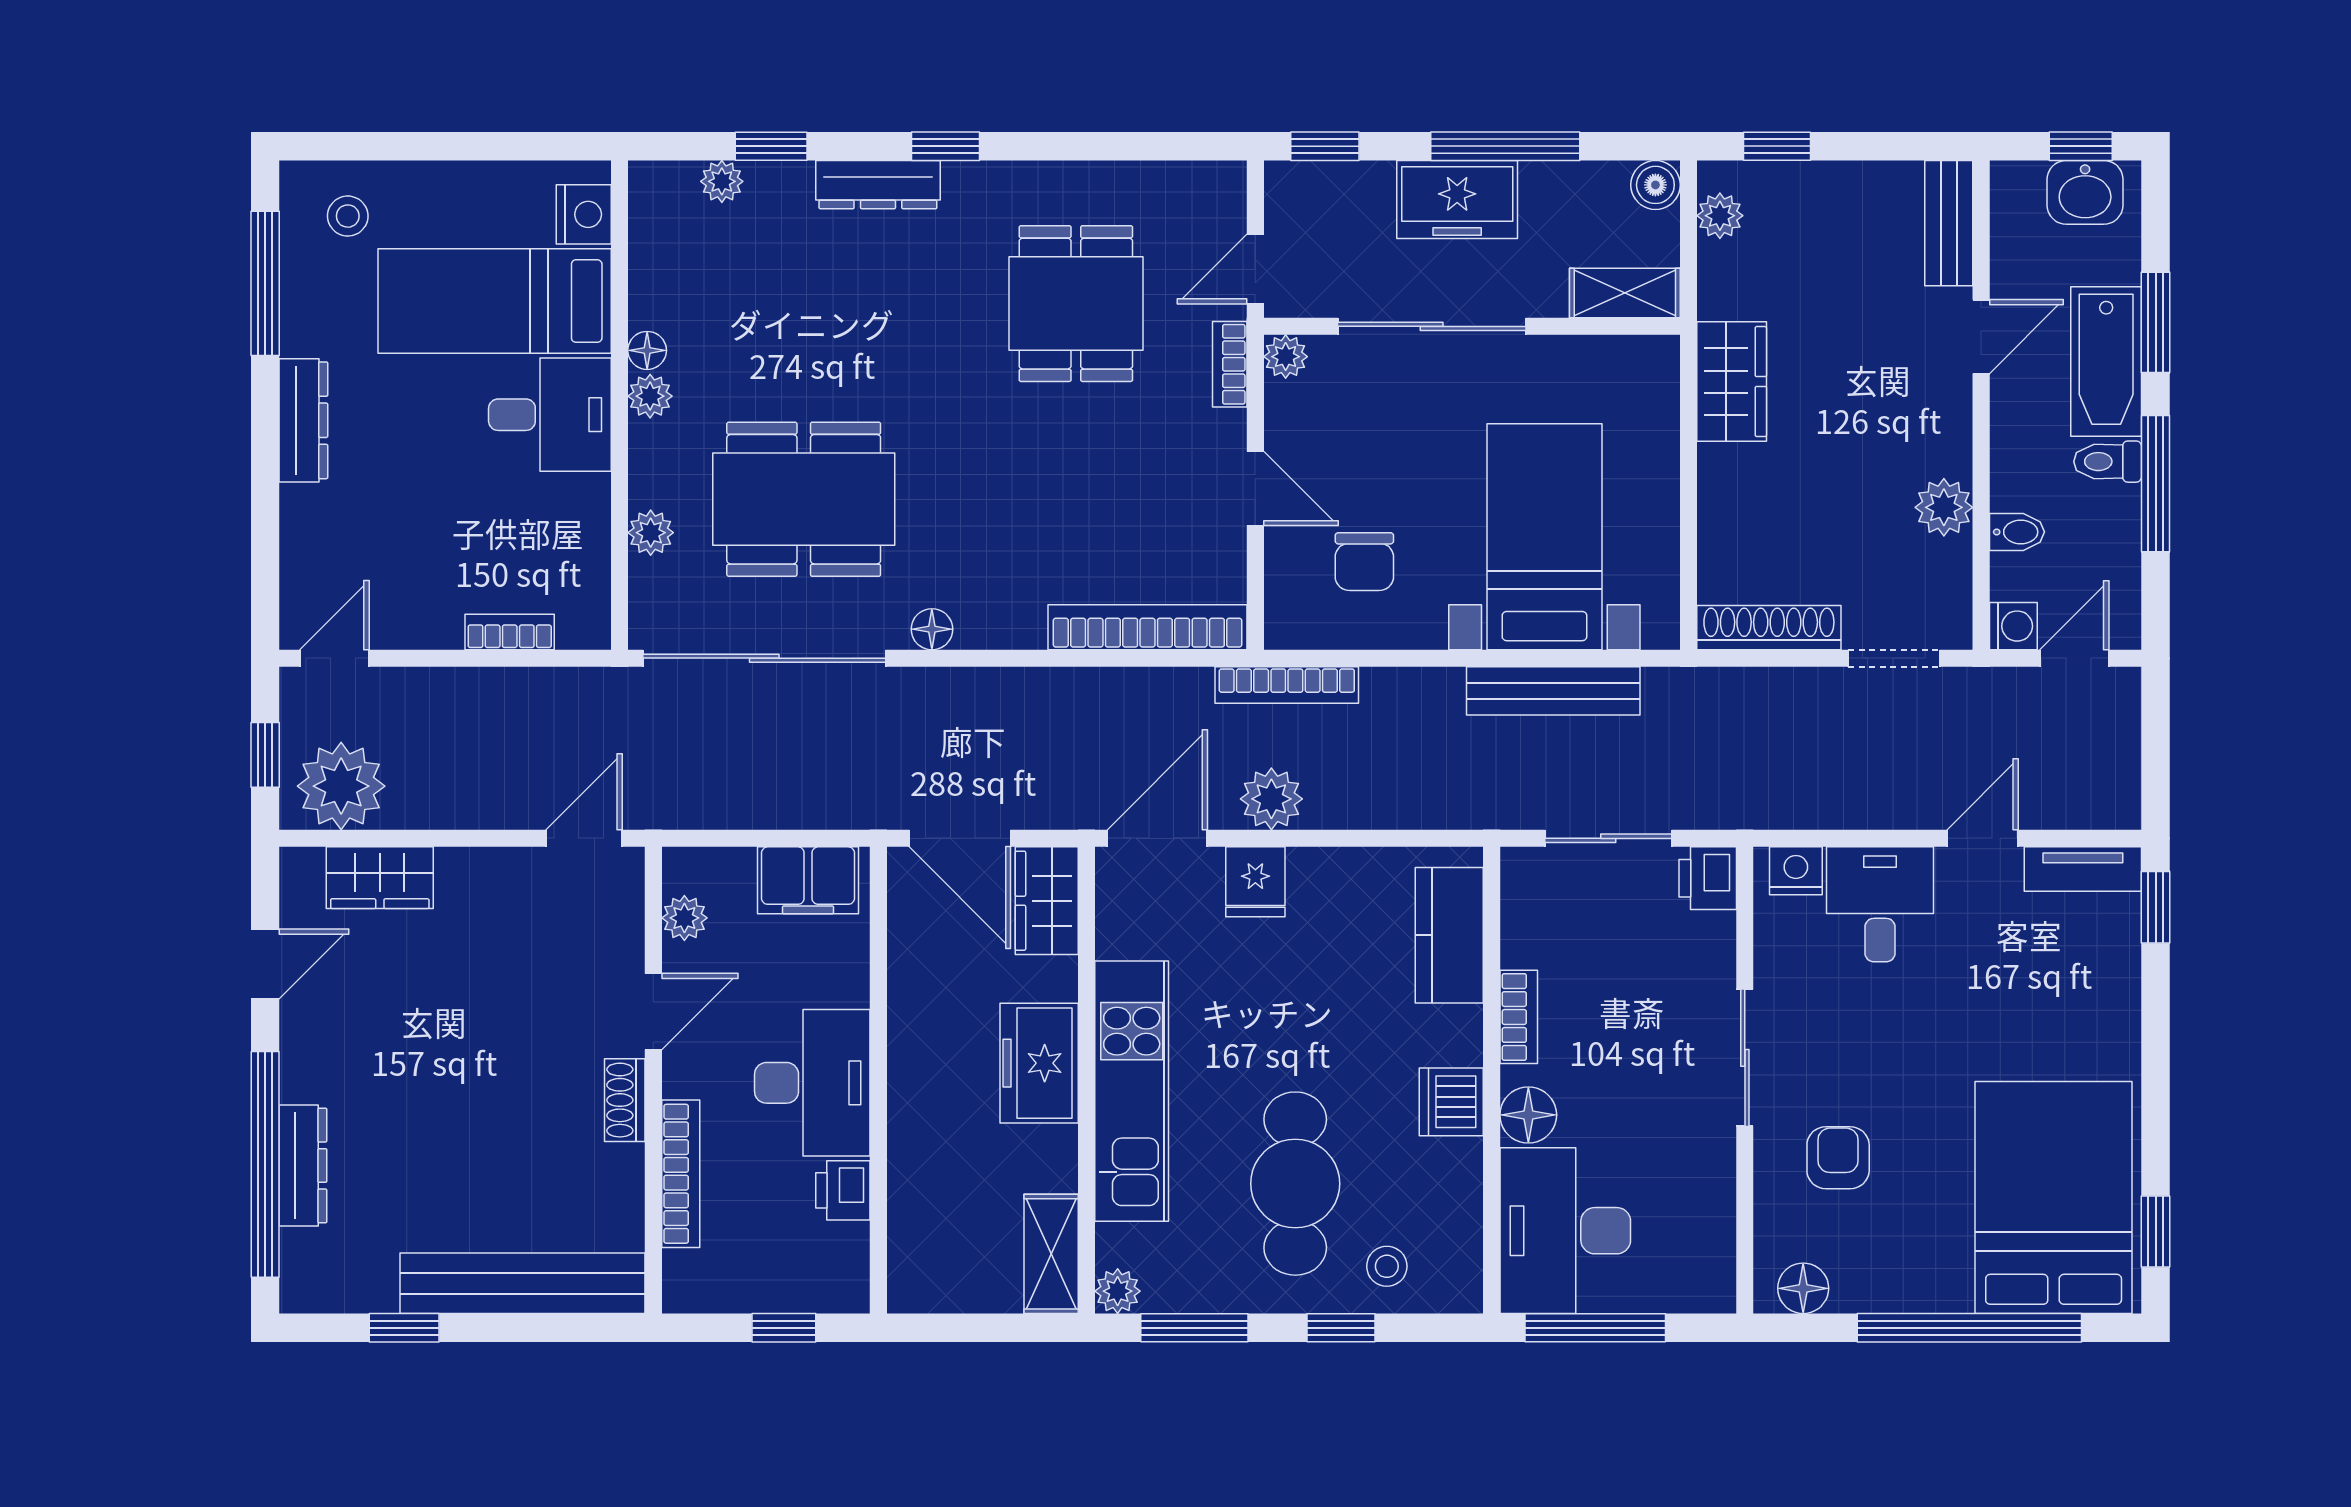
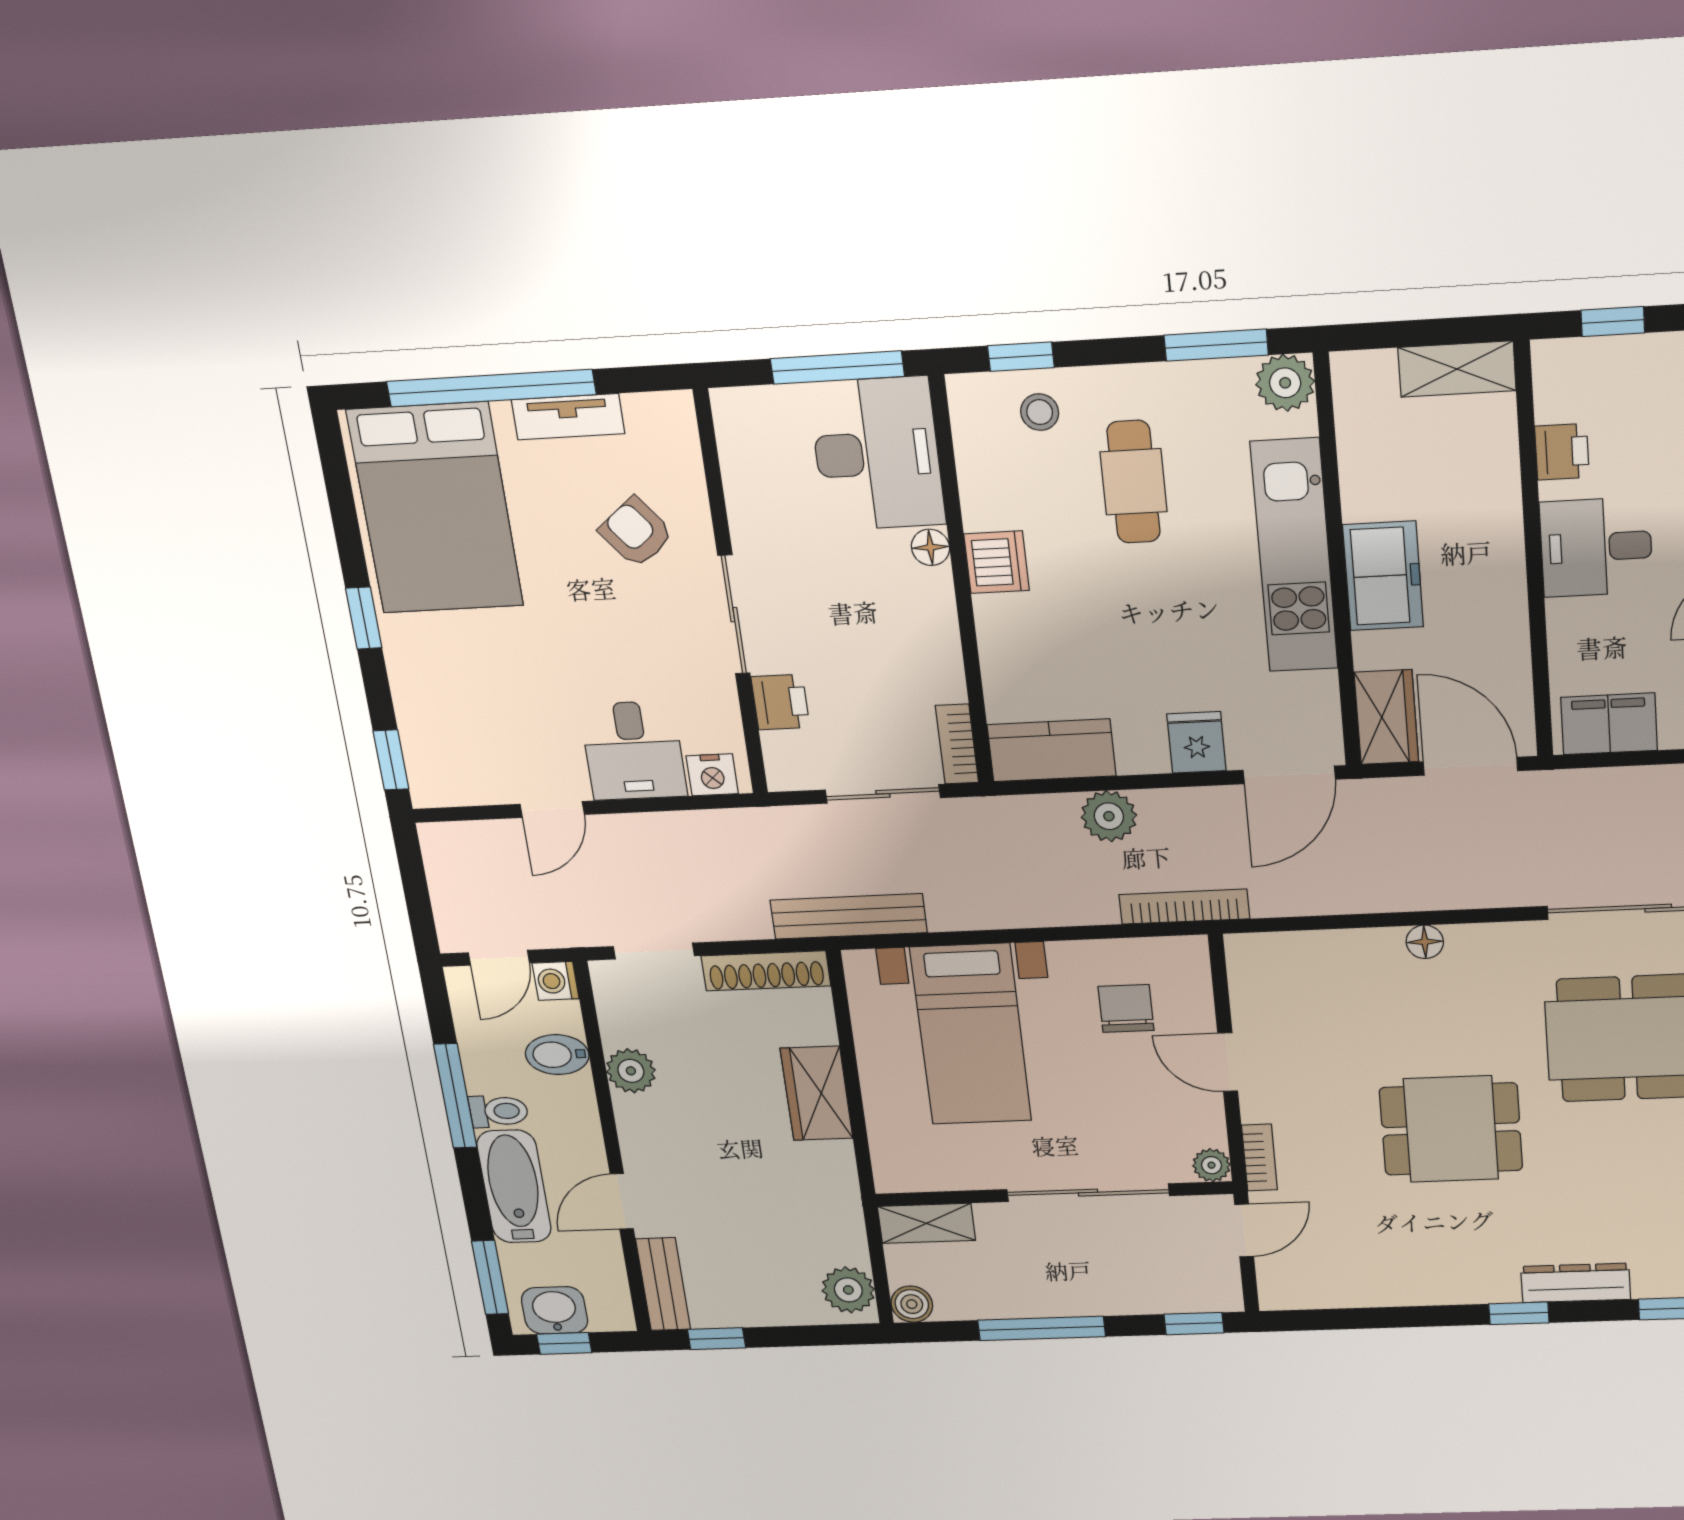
window: (1777, 146) -> (717, 1339), moved
freezer: (1457, 199) -> (1077, 1288), removed
plant: (1720, 216) -> (848, 1290), width x1.38, depth x1.38
dining table: (1076, 304) -> (1451, 1129), moved, turned 90
window: (2156, 322) -> (490, 1277), moved
wardrobe: (1732, 382) -> (817, 1093), moved
bidet: (2017, 532) -> (557, 1055), width x1.38, depth x1.36
bookcase: (1148, 627) -> (1313, 948), removed
floor lamp: (932, 629) -> (1425, 942), moved
bench: (1553, 691) -> (849, 916), moved
plant: (1271, 799) -> (1109, 816), moved
tv unit: (2083, 869) -> (568, 417), moved, turned 180
printer: (1708, 878) -> (780, 702), moved
kitchen counter: (1449, 935) -> (1051, 750), moved, turned -90
bookcase: (1519, 1017) -> (957, 744), moved
desk: (812, 1083) -> (1596, 547), width x0.73
floor lamp: (1528, 1115) -> (930, 547), width x0.73, depth x0.73
armchair: (1838, 1158) -> (636, 532), turned 141
cafe table: (1295, 1184) -> (1134, 482), width x0.73, depth x0.74
window: (2156, 1232) -> (364, 618), moved
shelving: (1051, 1254) -> (1457, 369), moved, turned 90
floor lamp: (1803, 1288) -> (650, 415), removed
plant: (1118, 1291) -> (1285, 383), width x1.38, depth x1.38
window: (1341, 1328) -> (1021, 357), moved

